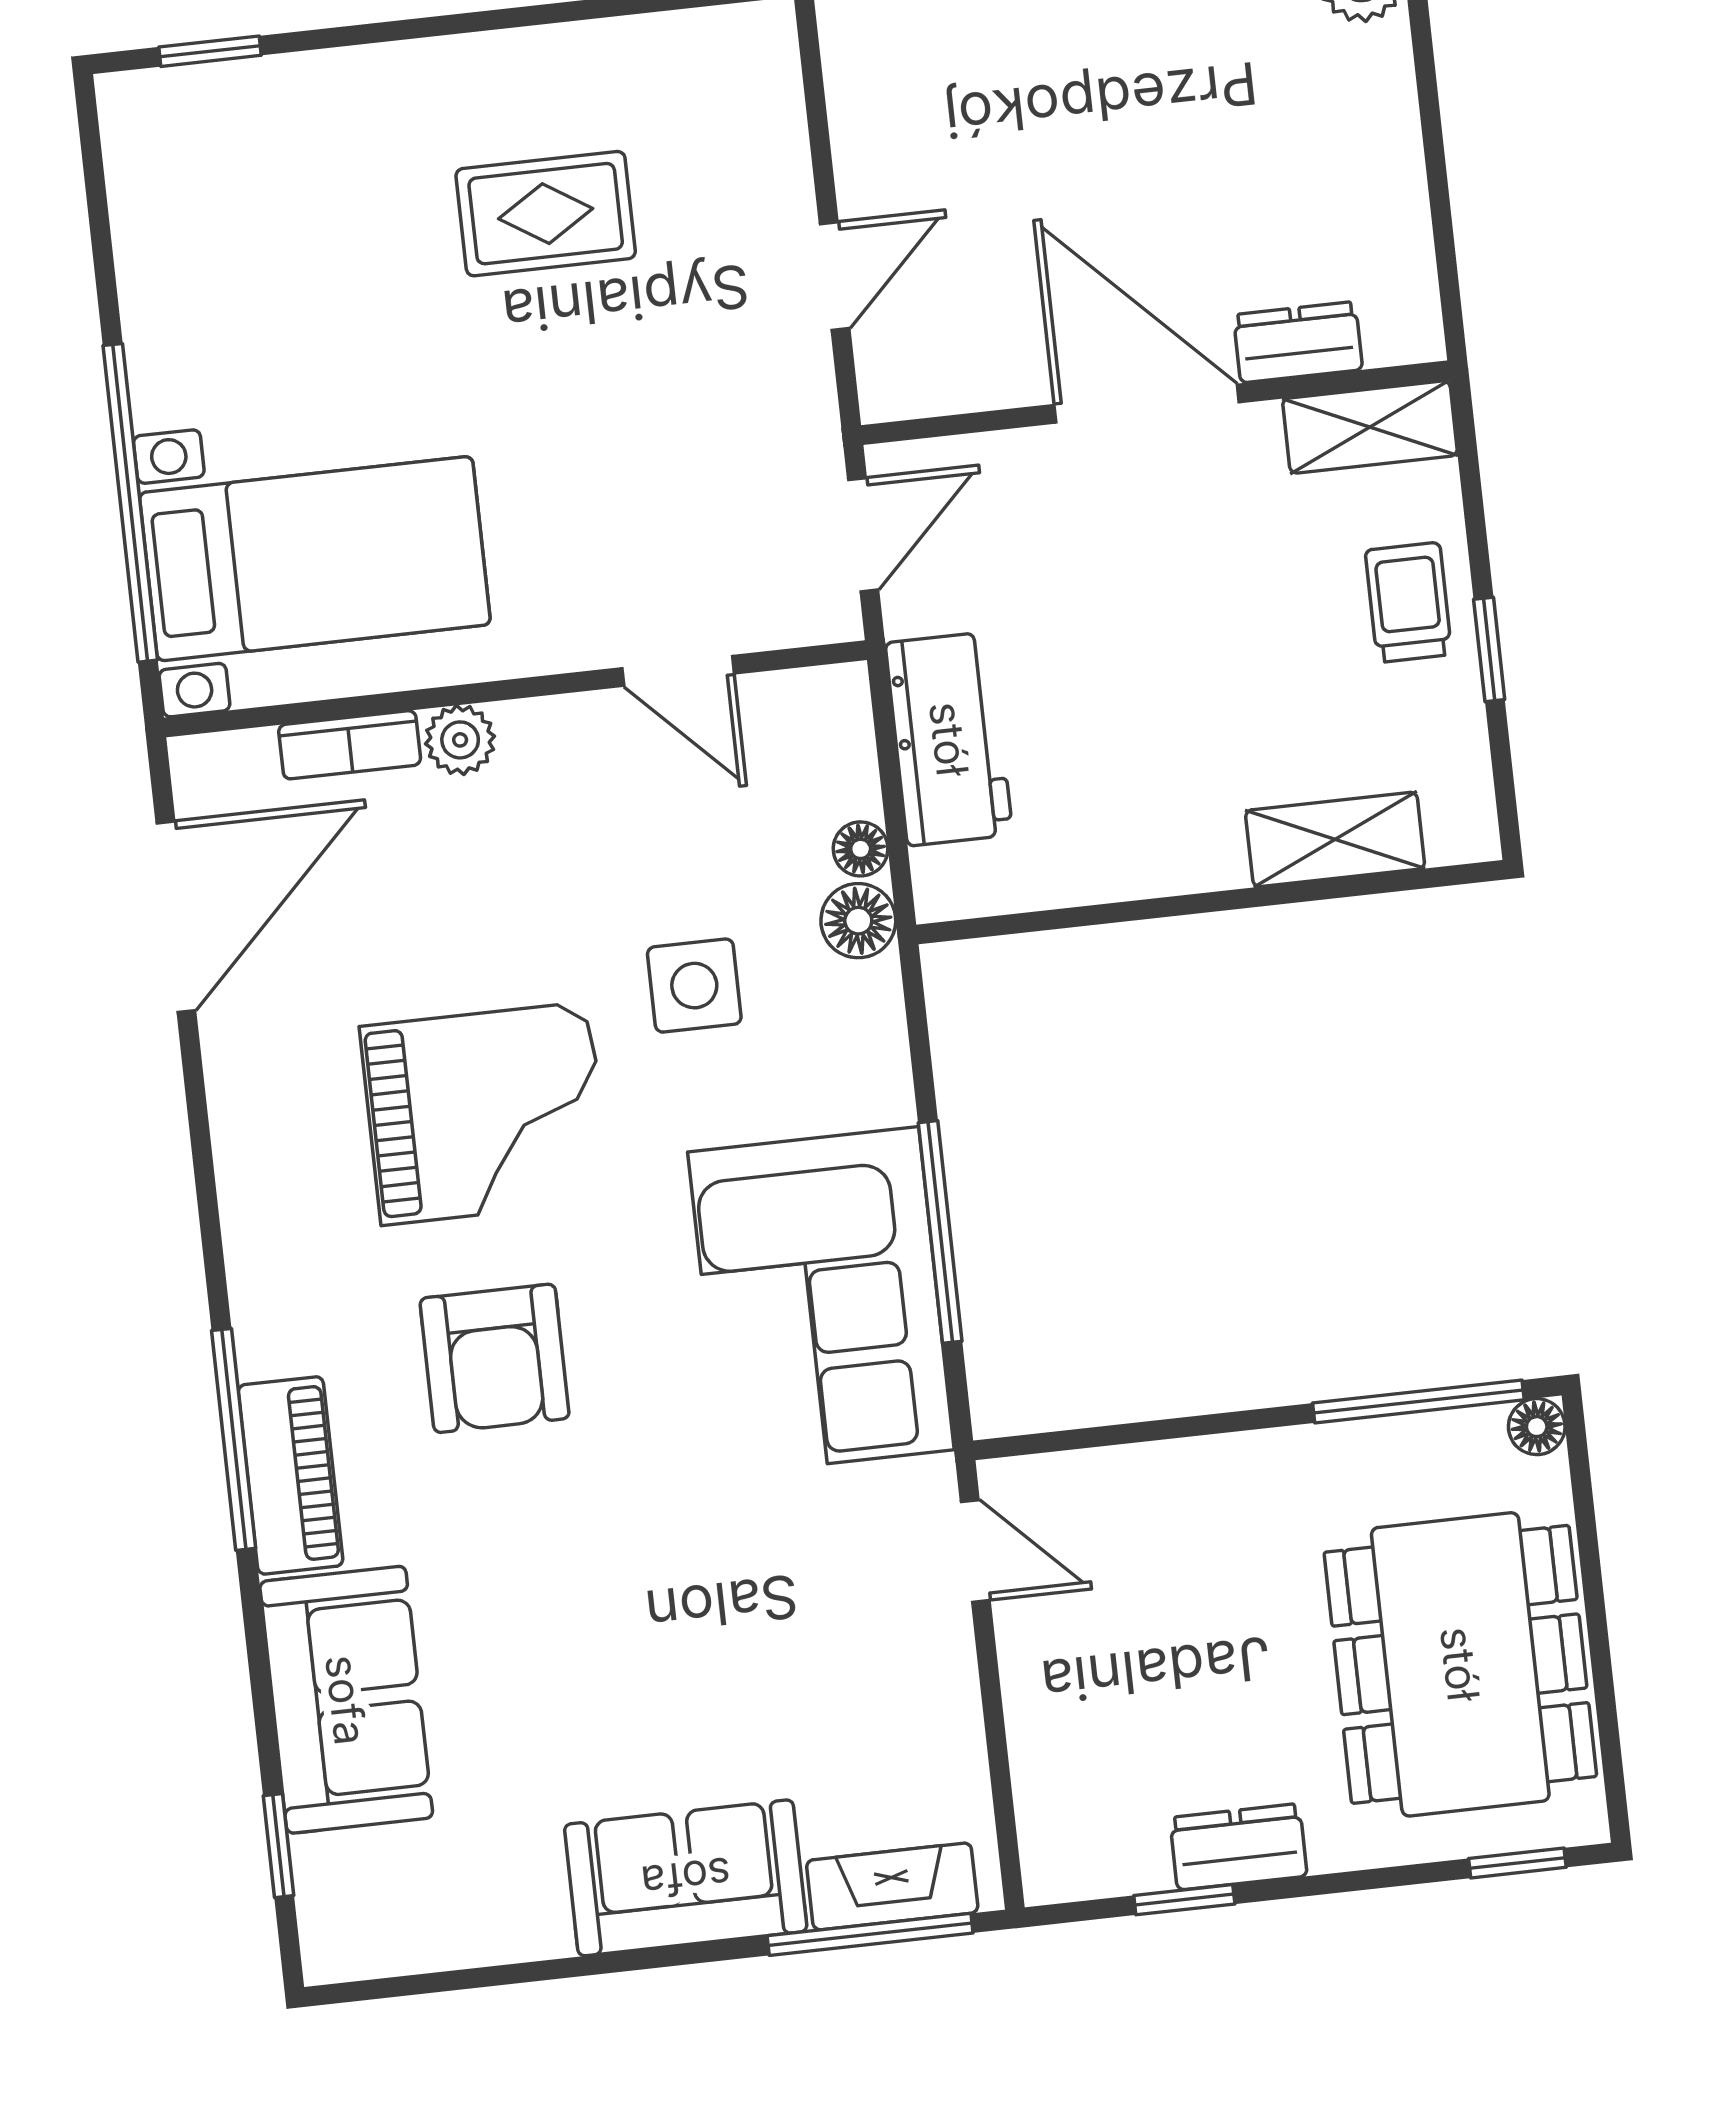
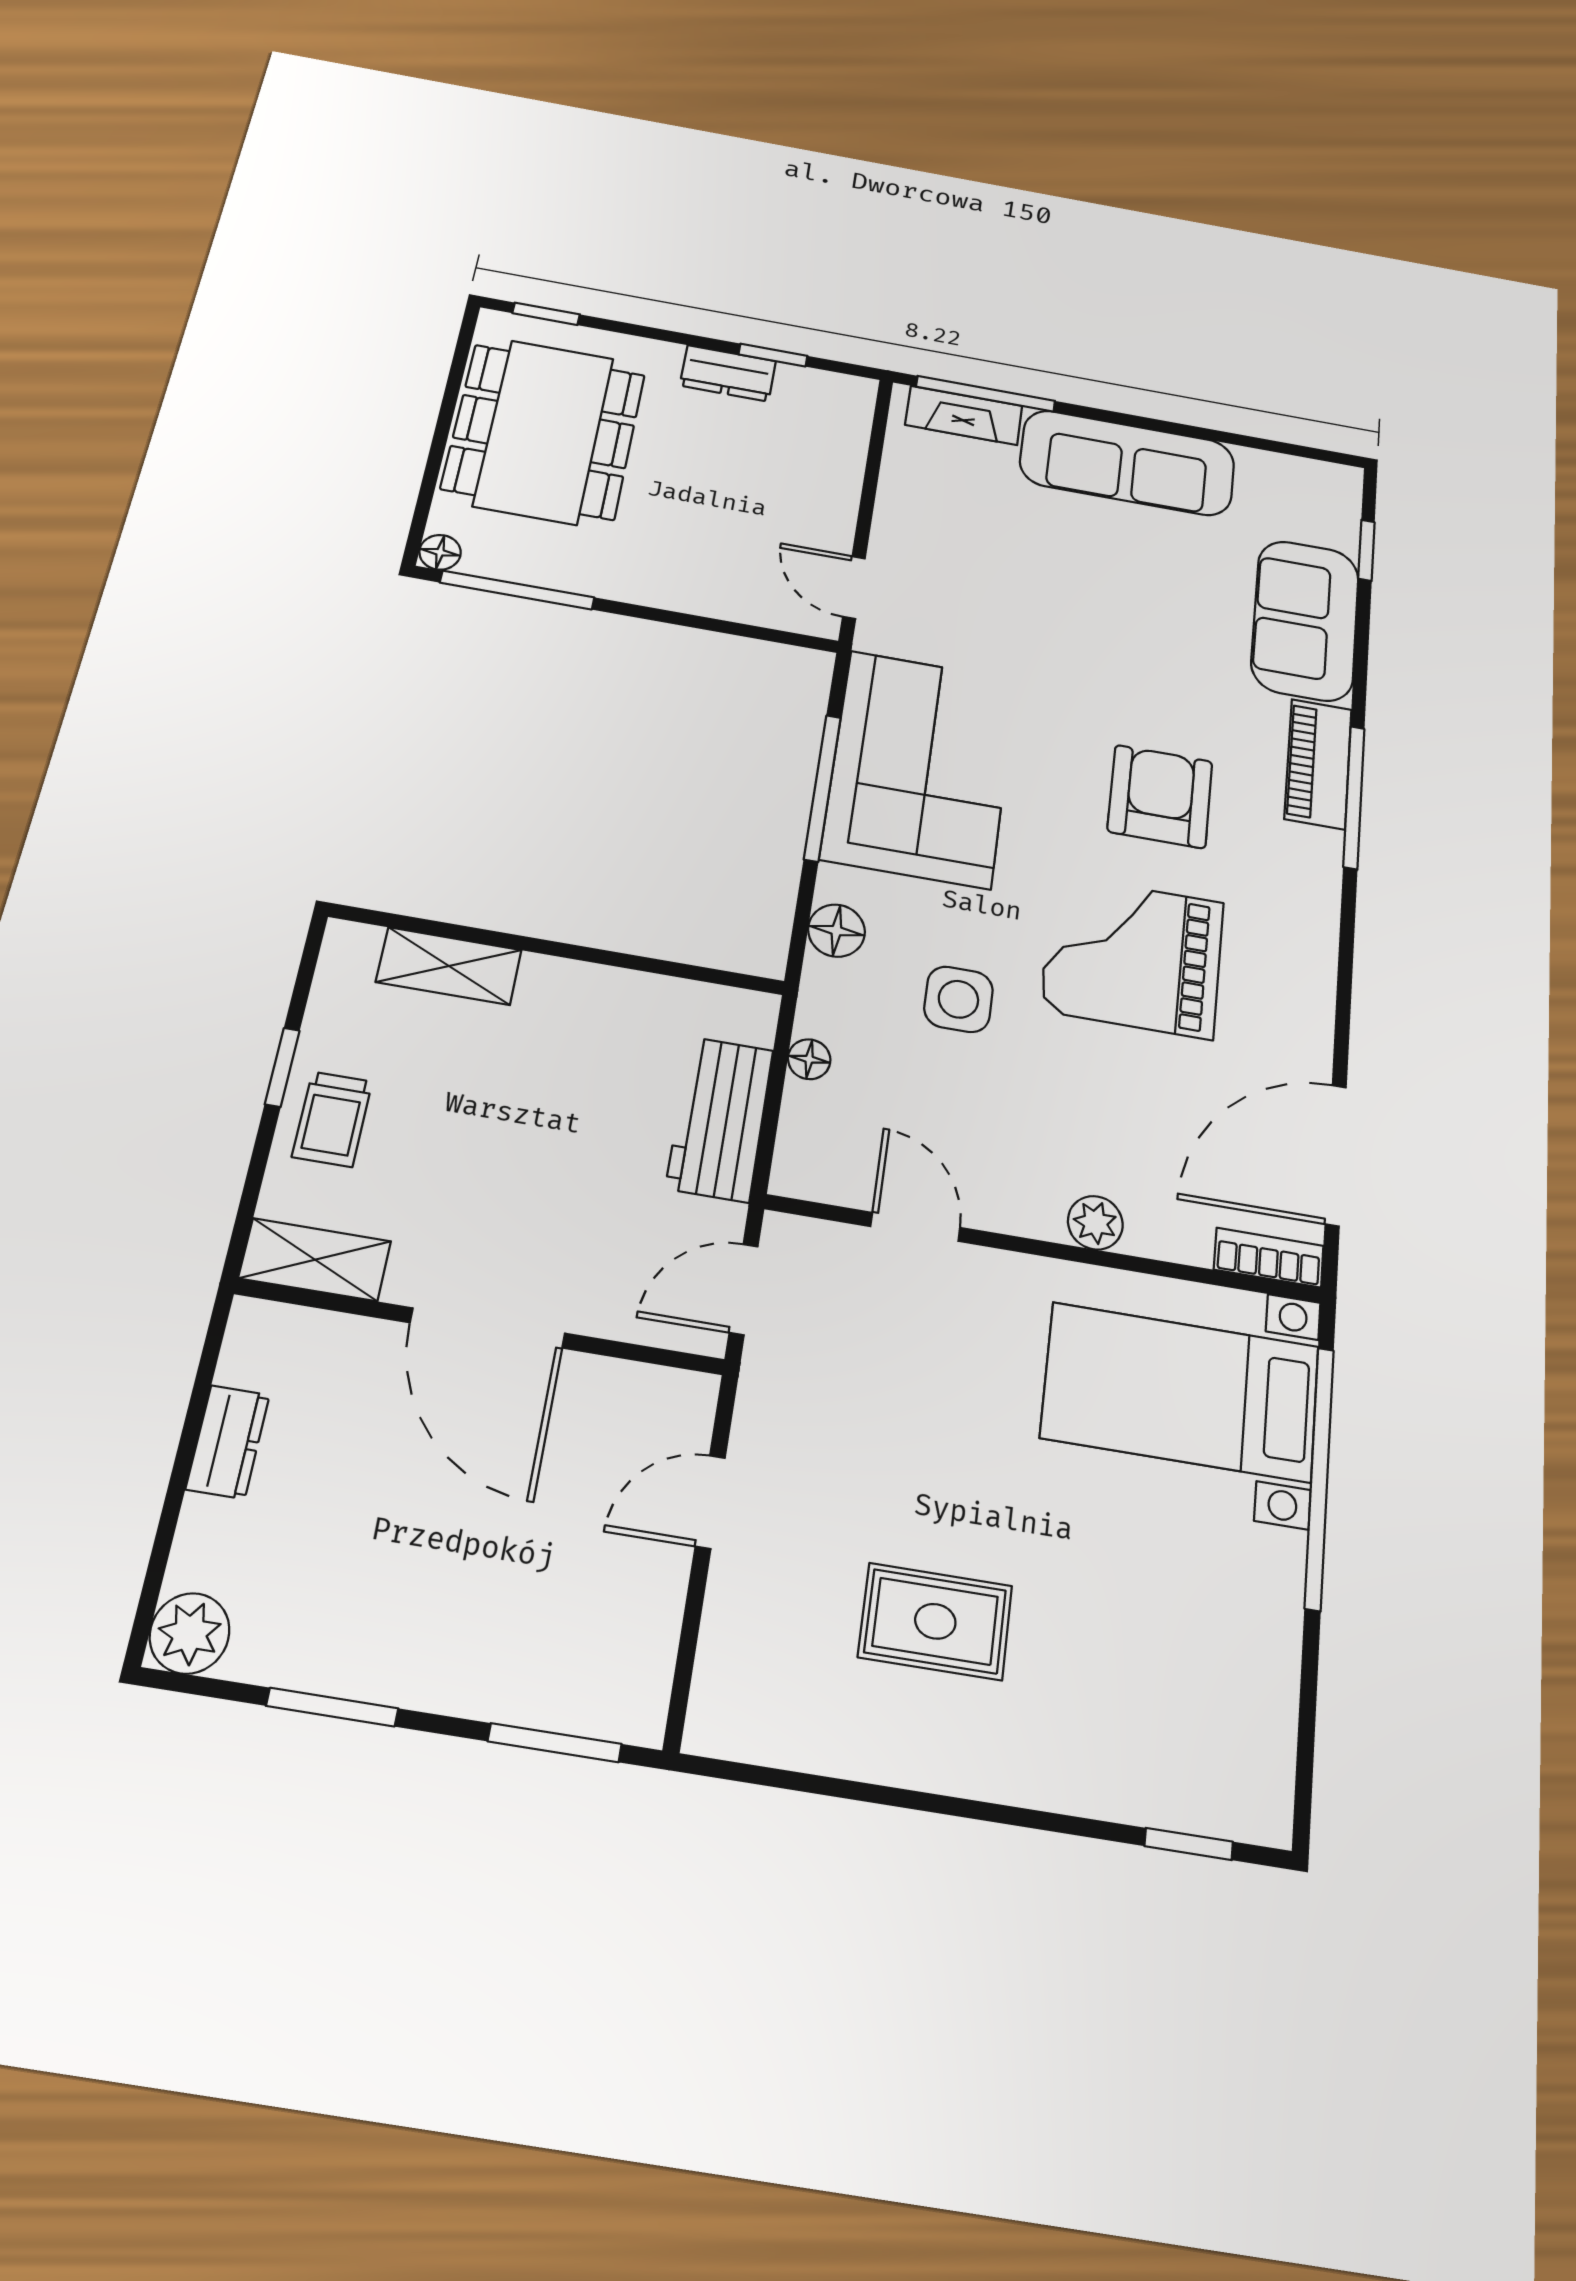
dresser: (1298, 342) -> (228, 1442), moved, turned -90
bookcase: (350, 745) -> (1269, 1258), moved
floor lamp: (858, 921) -> (836, 931), moved
sofa: (686, 1878) -> (1127, 463), width x1.36

